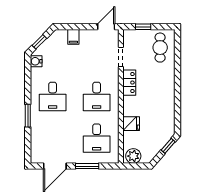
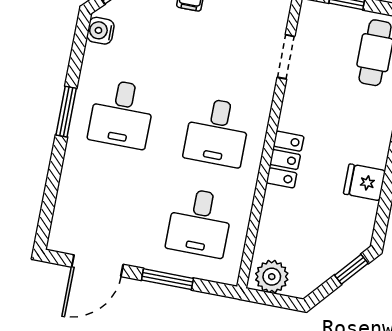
locker: (129, 83) -> (285, 160), moved
window: (28, 116) -> (66, 112), moved
fridge: (131, 124) -> (364, 182), moved, turned 180

